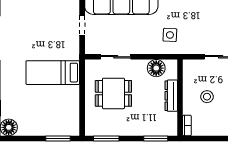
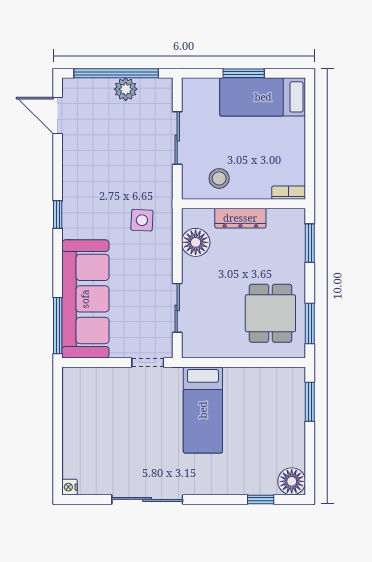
doorway: (82, 26) -> (148, 362), moved
dining table: (113, 93) -> (270, 313), moved
stool: (207, 97) -> (219, 178), moved

